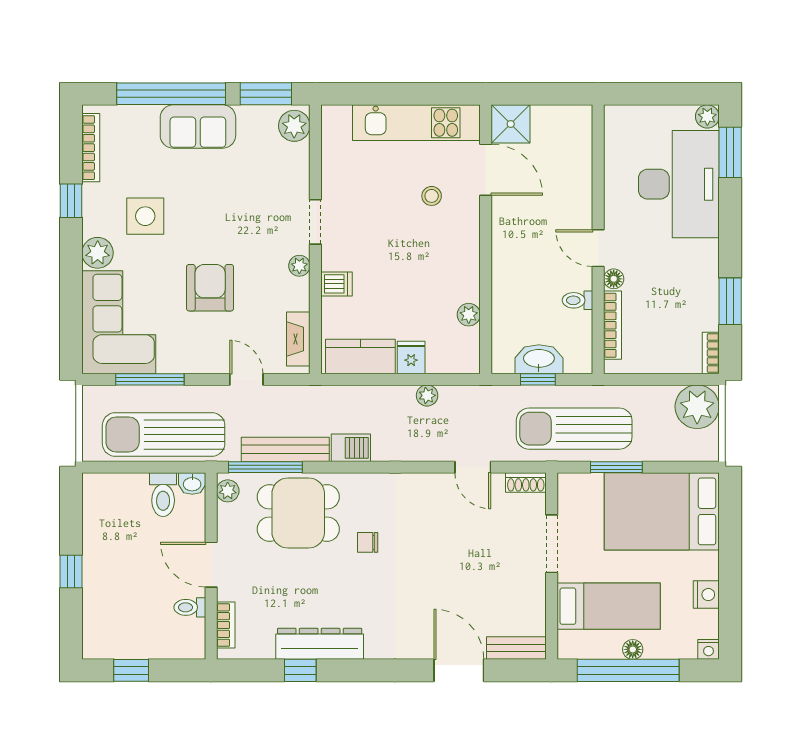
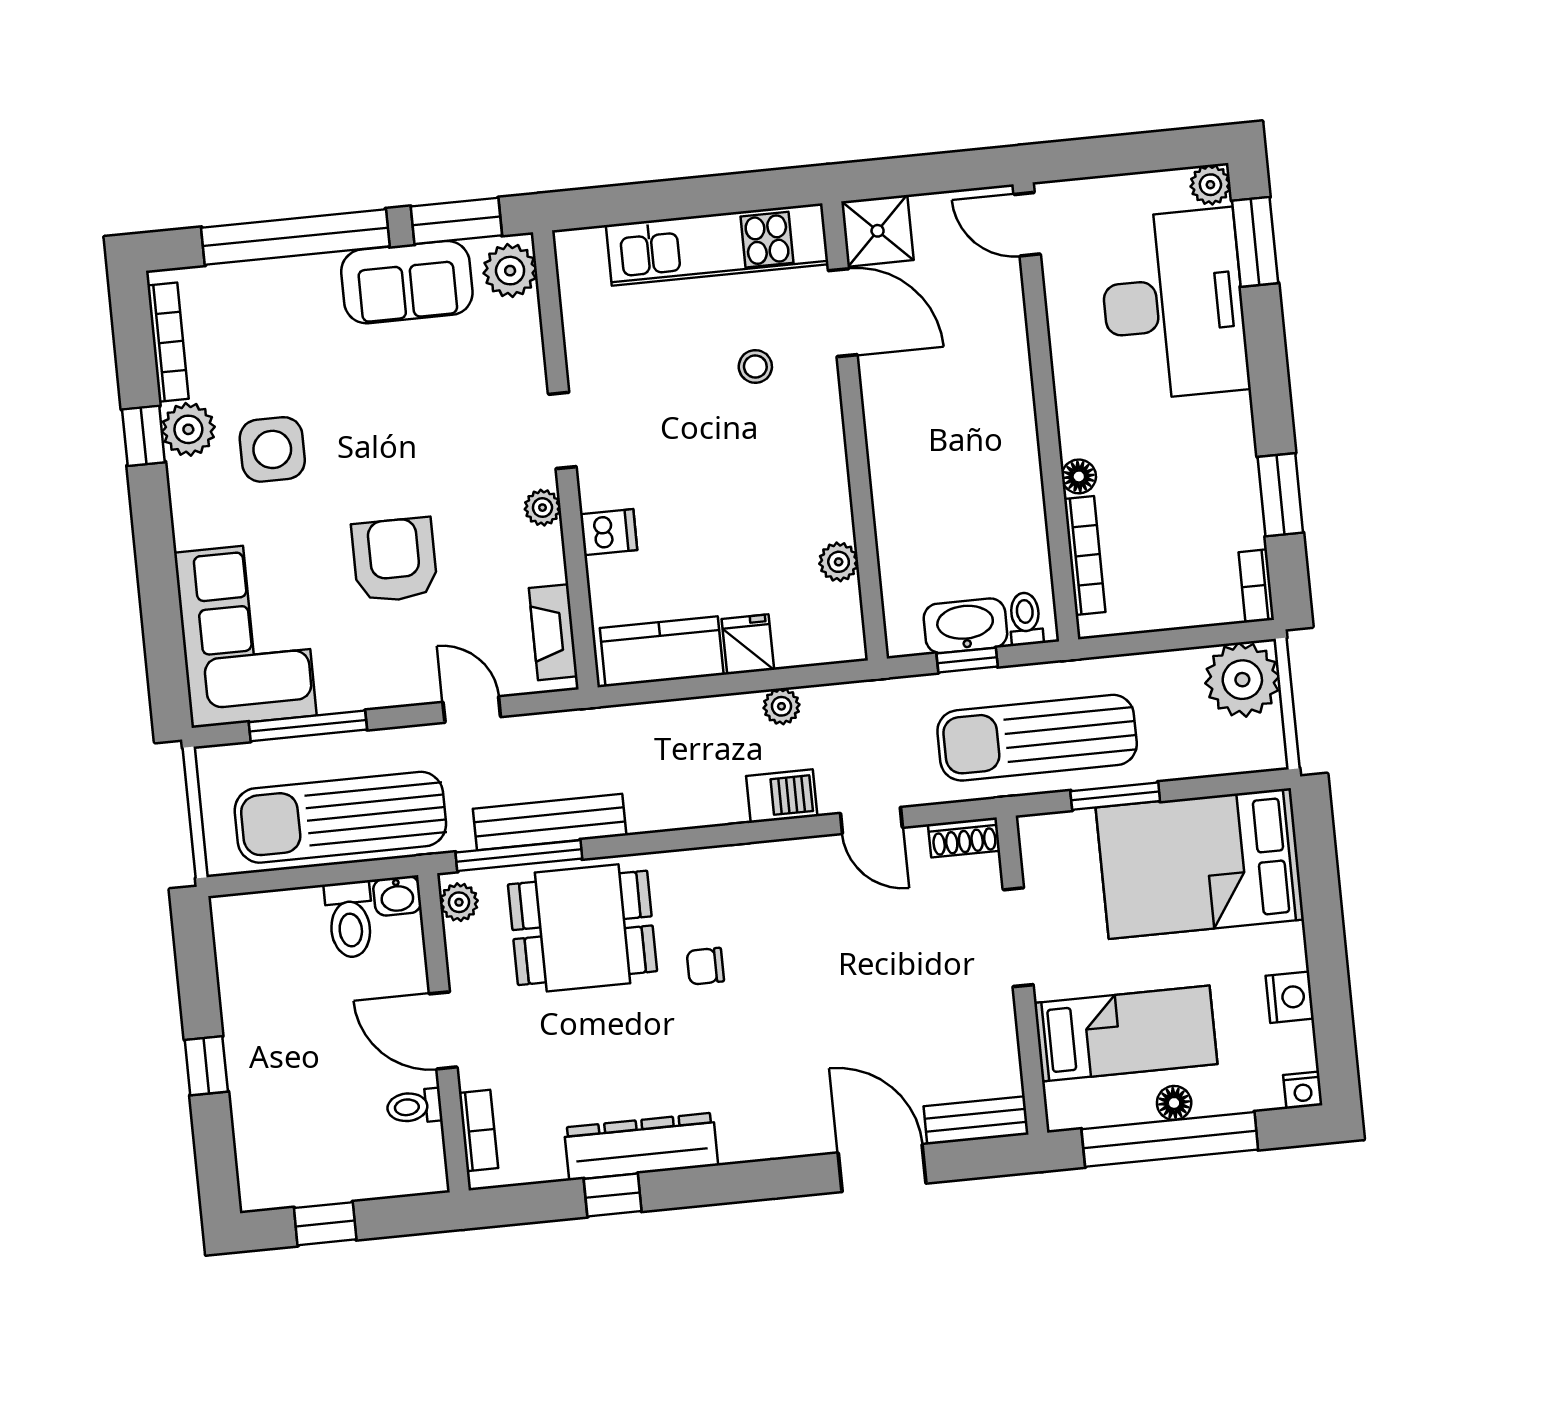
sofa: (198, 127) -> (407, 282), moved
door: (598, 248) -> (1027, 224), moved
plant: (98, 253) -> (188, 429), moved
toilet: (578, 300) -> (1026, 619), moved, turned 90
barbecue: (351, 448) -> (782, 796), moved

